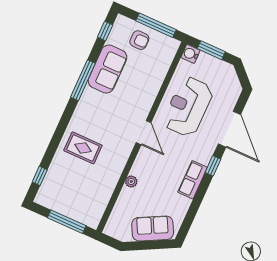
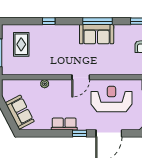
sofa: (108, 69) -> (97, 34), moved
rug: (83, 148) -> (21, 44), moved
window: (40, 176) -> (49, 21), moved

